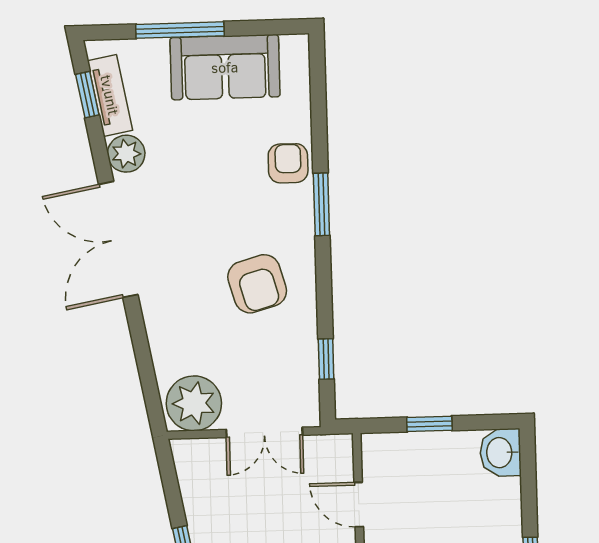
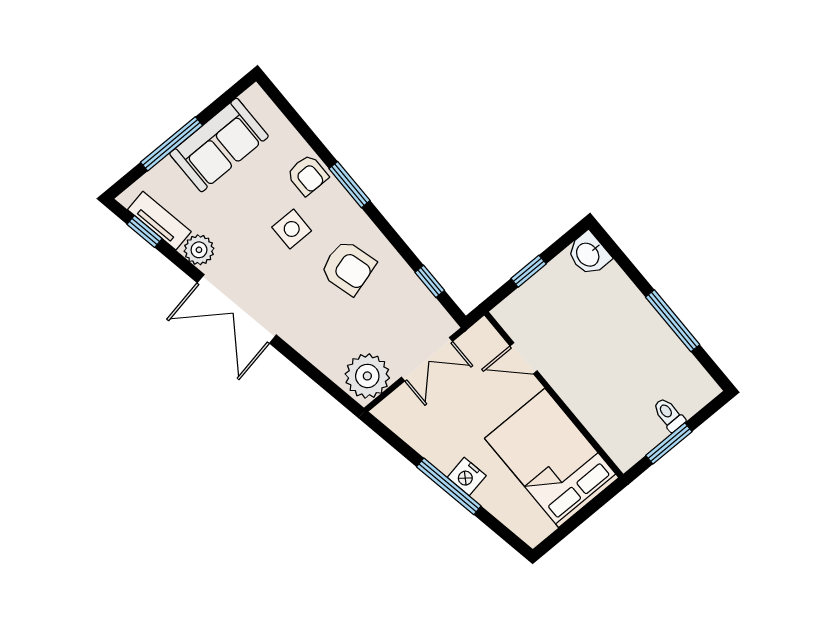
armchair: (288, 163) -> (307, 175), turned 180
side table: (232, 204) -> (292, 229), added

